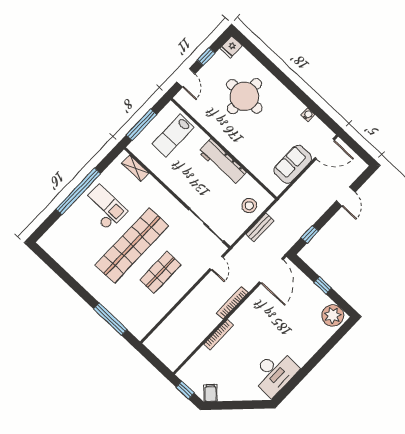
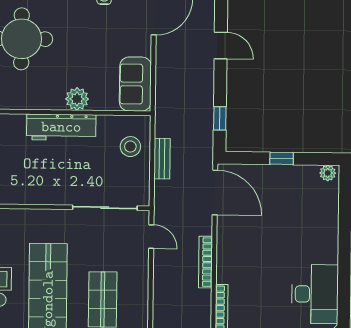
plant: (244, 155) -> (77, 99), added
sofa: (293, 164) -> (135, 84), moved
plant: (333, 316) -> (328, 173), width x0.53, depth x0.53

